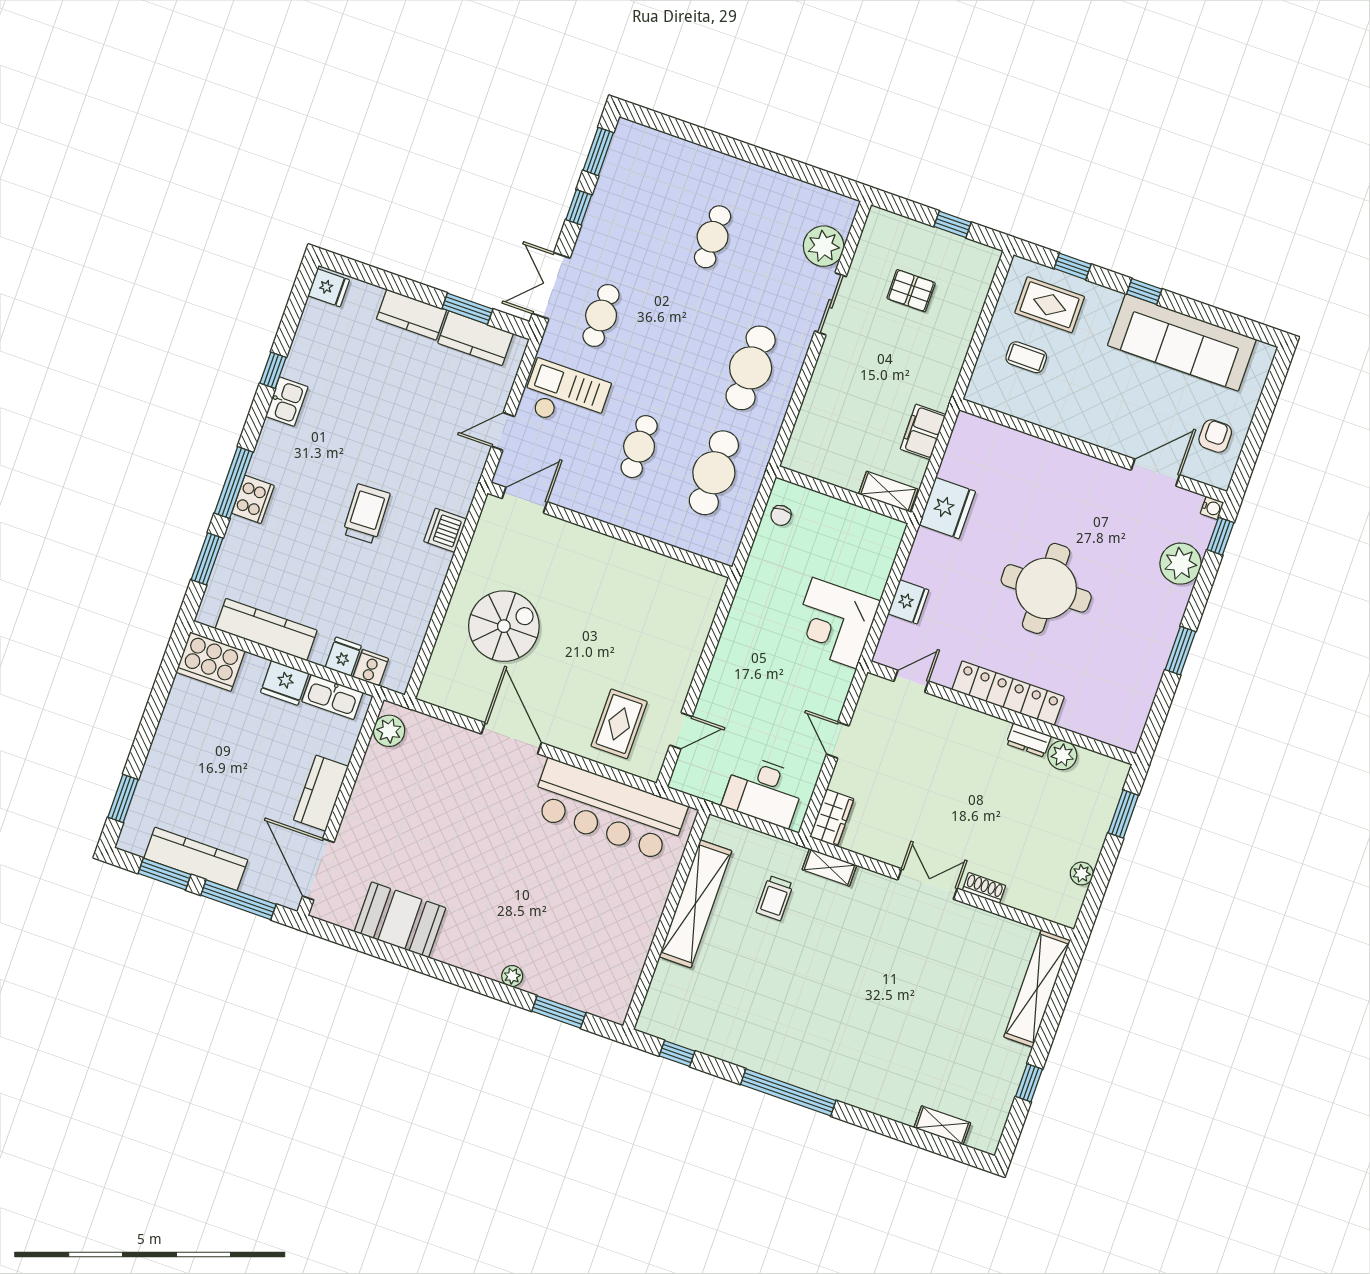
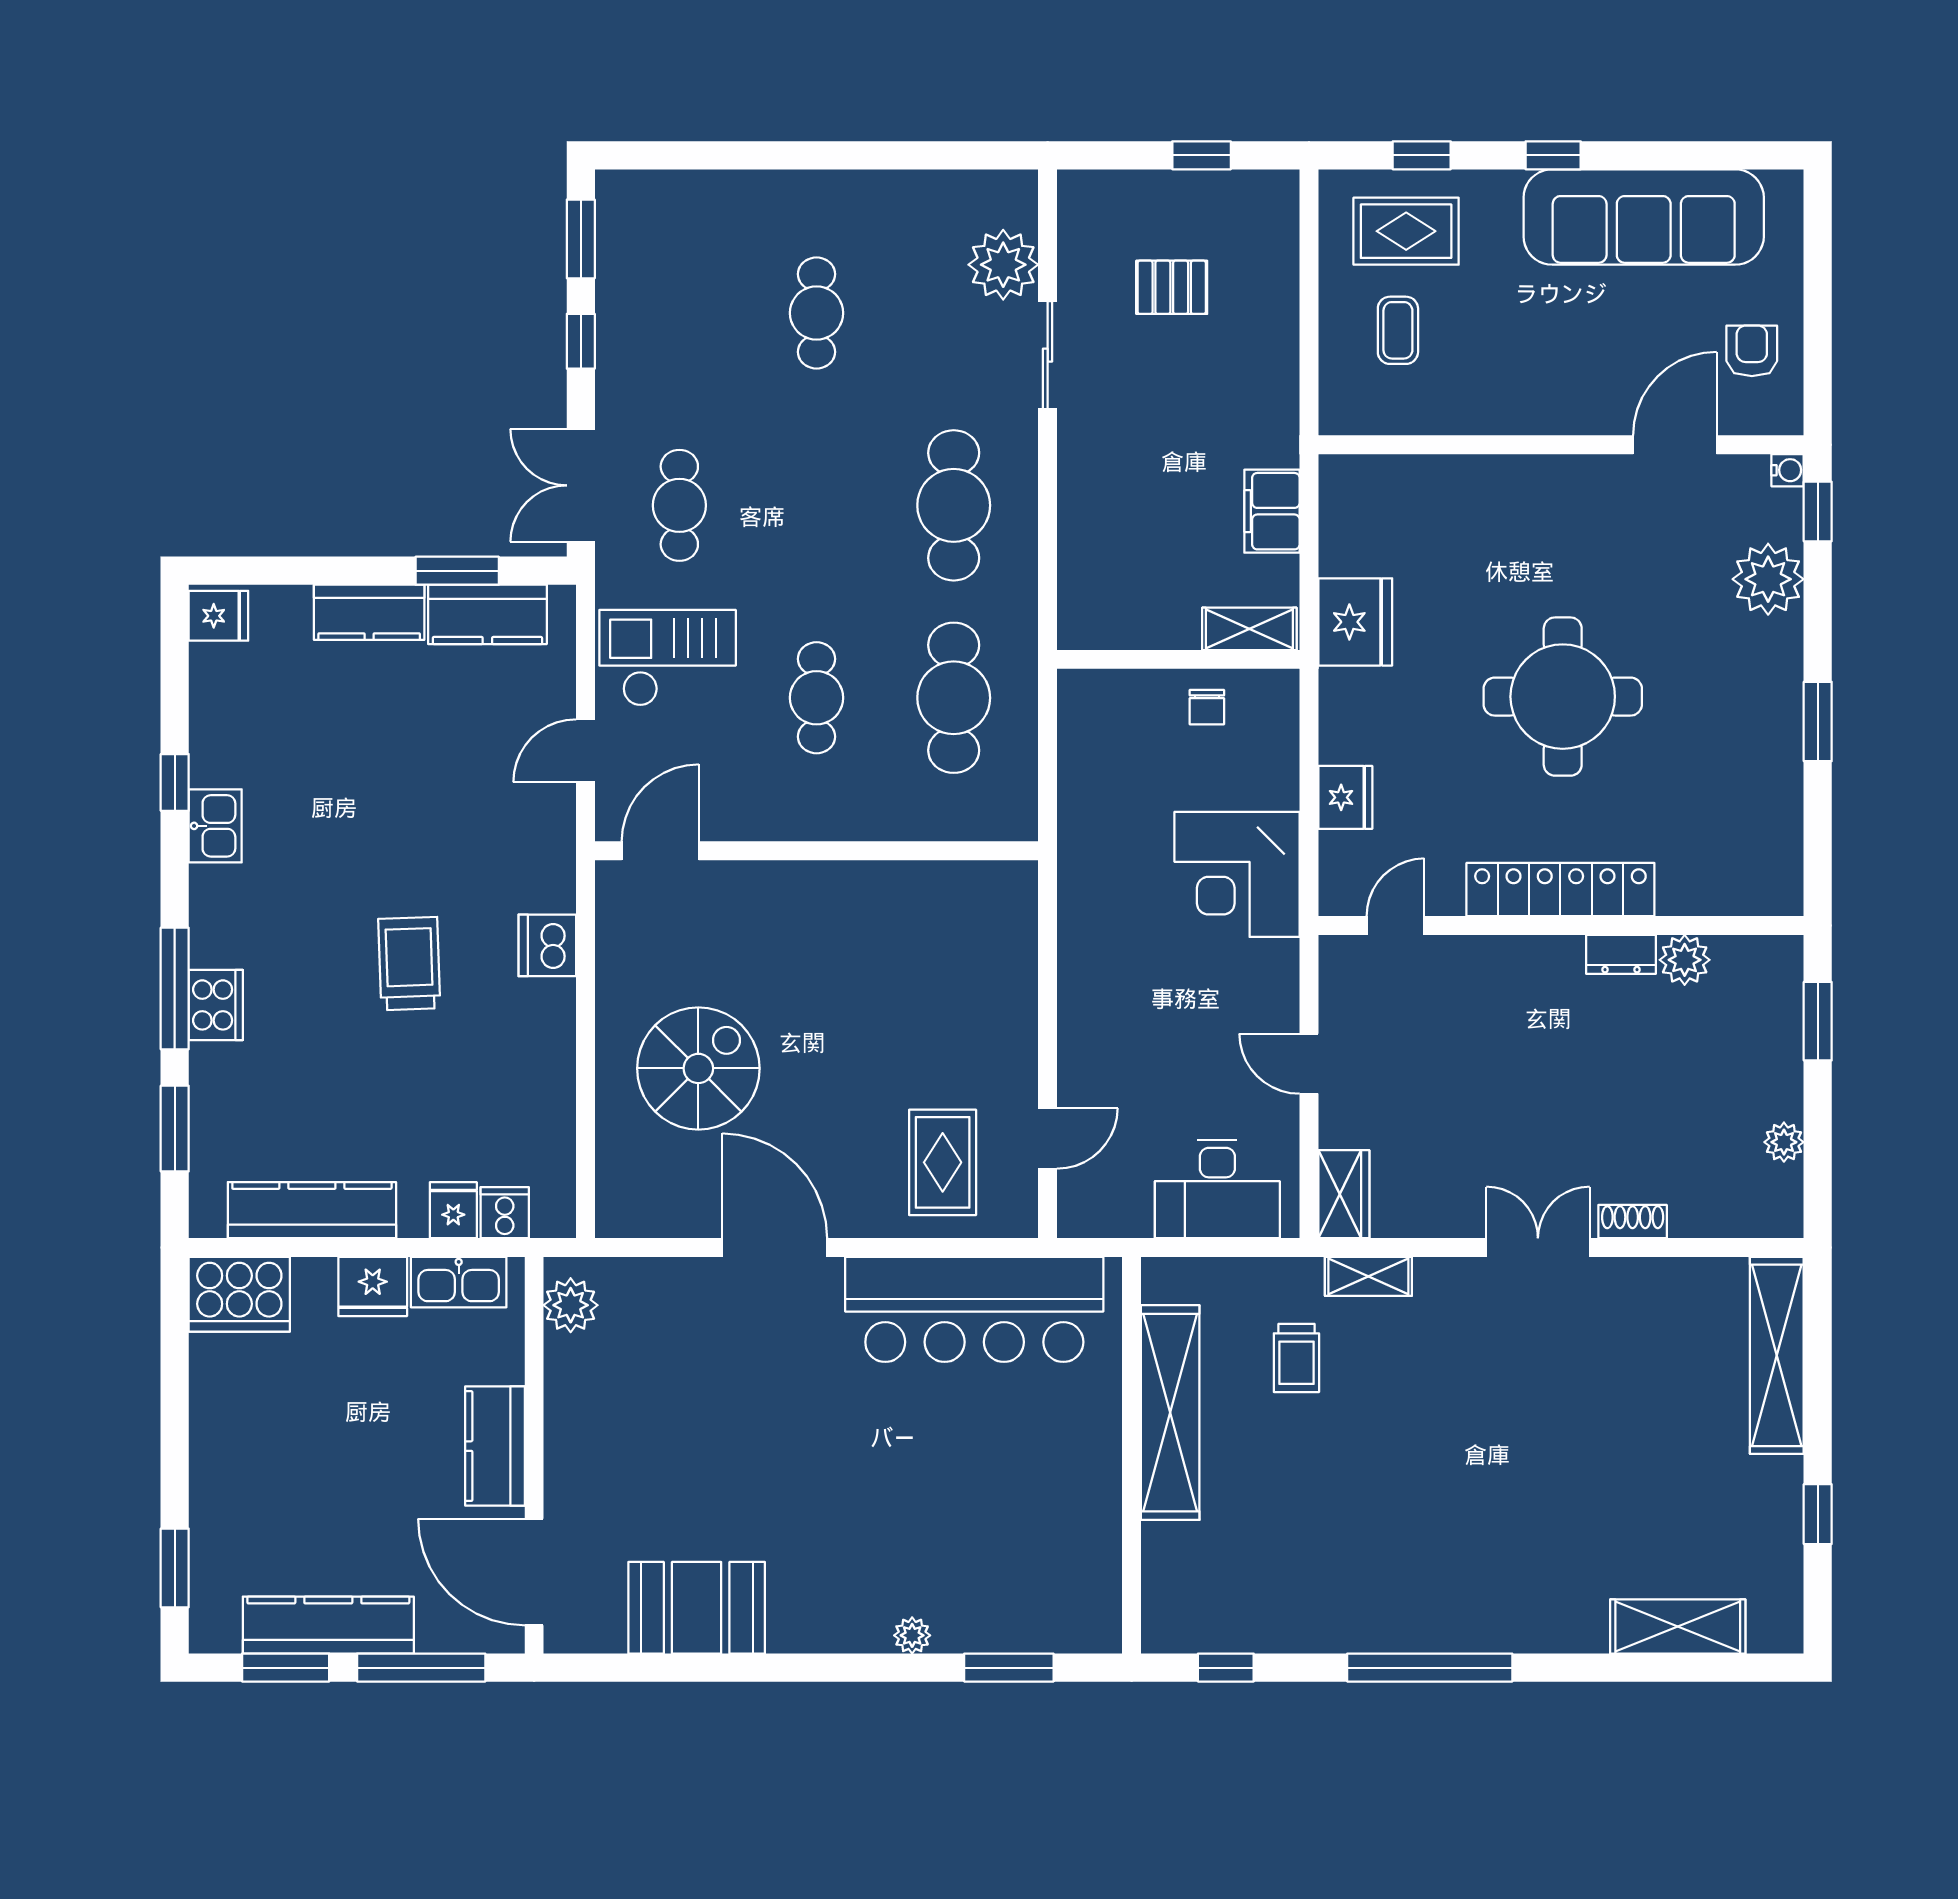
coffee table: (1026, 357) -> (1398, 330), turned 90
chair: (781, 515) -> (1207, 707), moved
shelving: (942, 1125) -> (1678, 1627), width x1.50, depth x1.33

